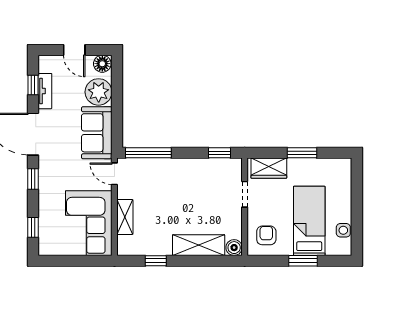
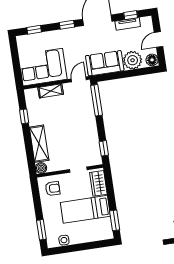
window: (302, 153) -> (115, 220), moved
bed: (309, 221) -> (85, 209), moved, turned 180
window: (303, 261) -> (41, 230), moved

